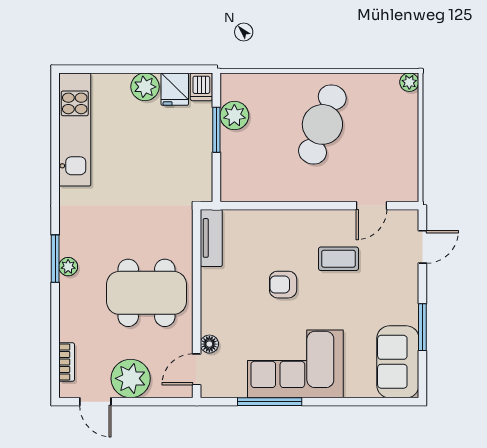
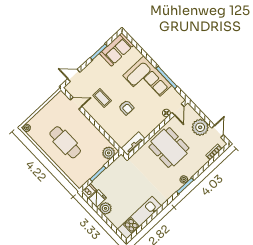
plant: (234, 116) -> (109, 153), moved
cafe table: (322, 124) -> (65, 142), turned 70
door: (197, 369) -> (178, 110), hinge flipped

